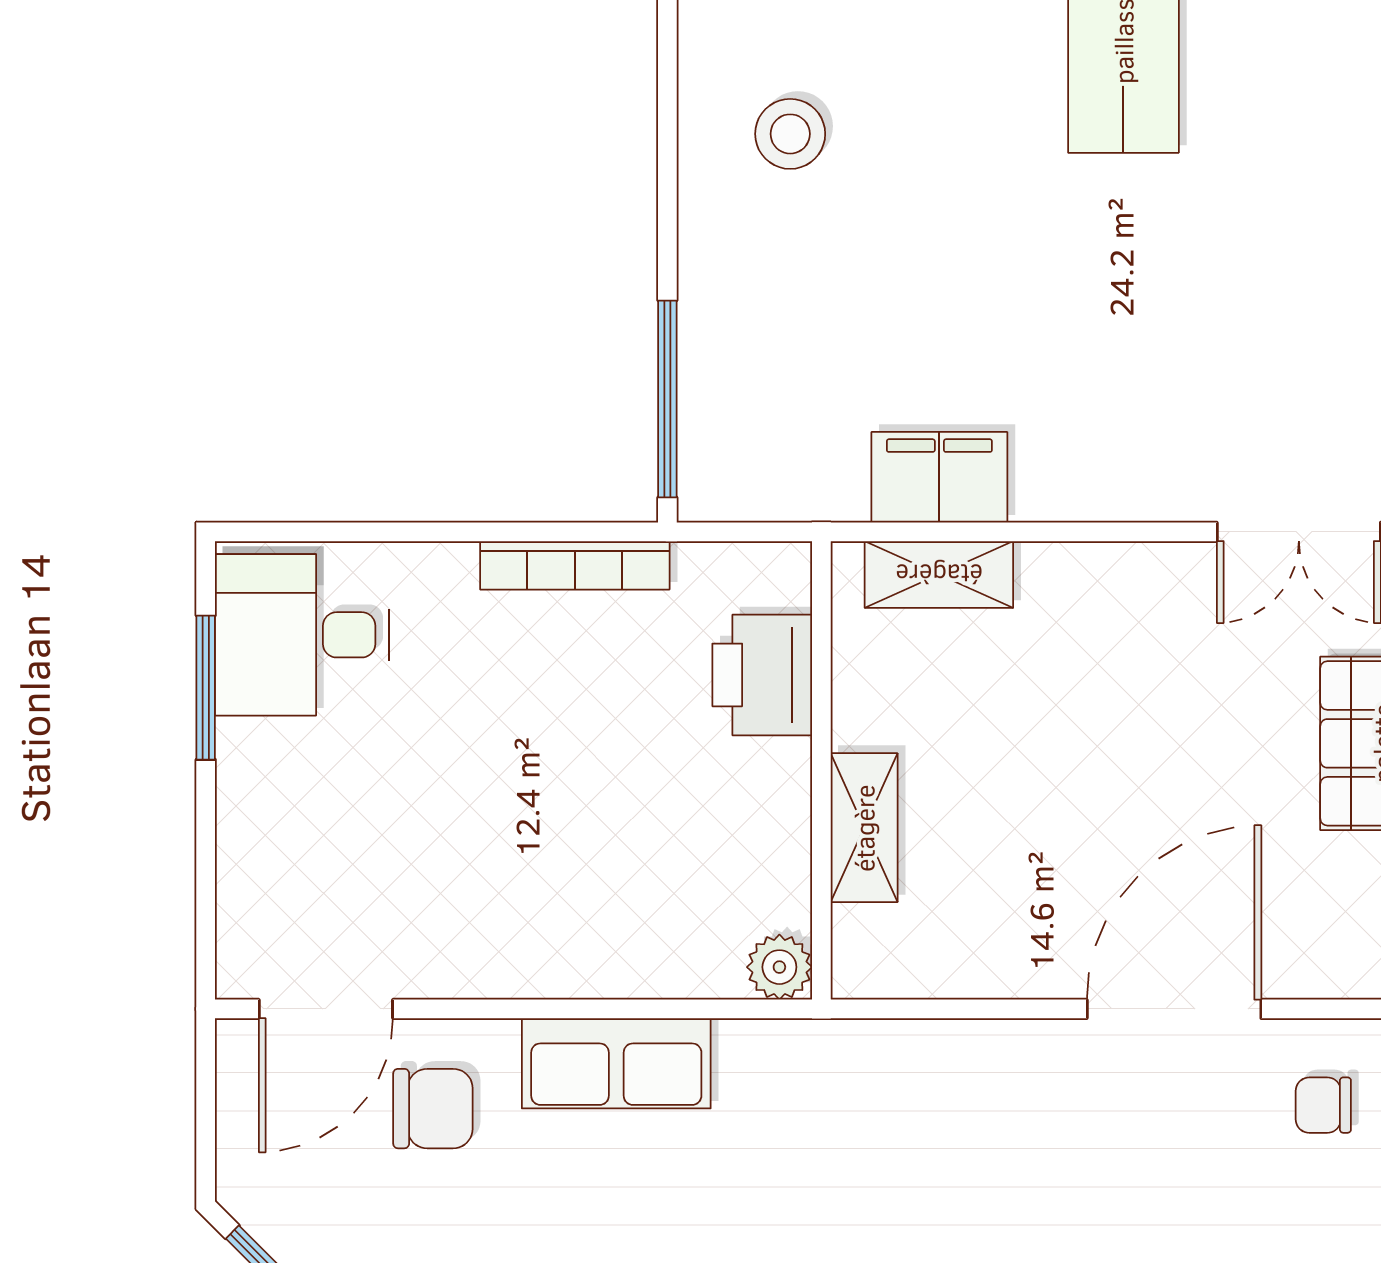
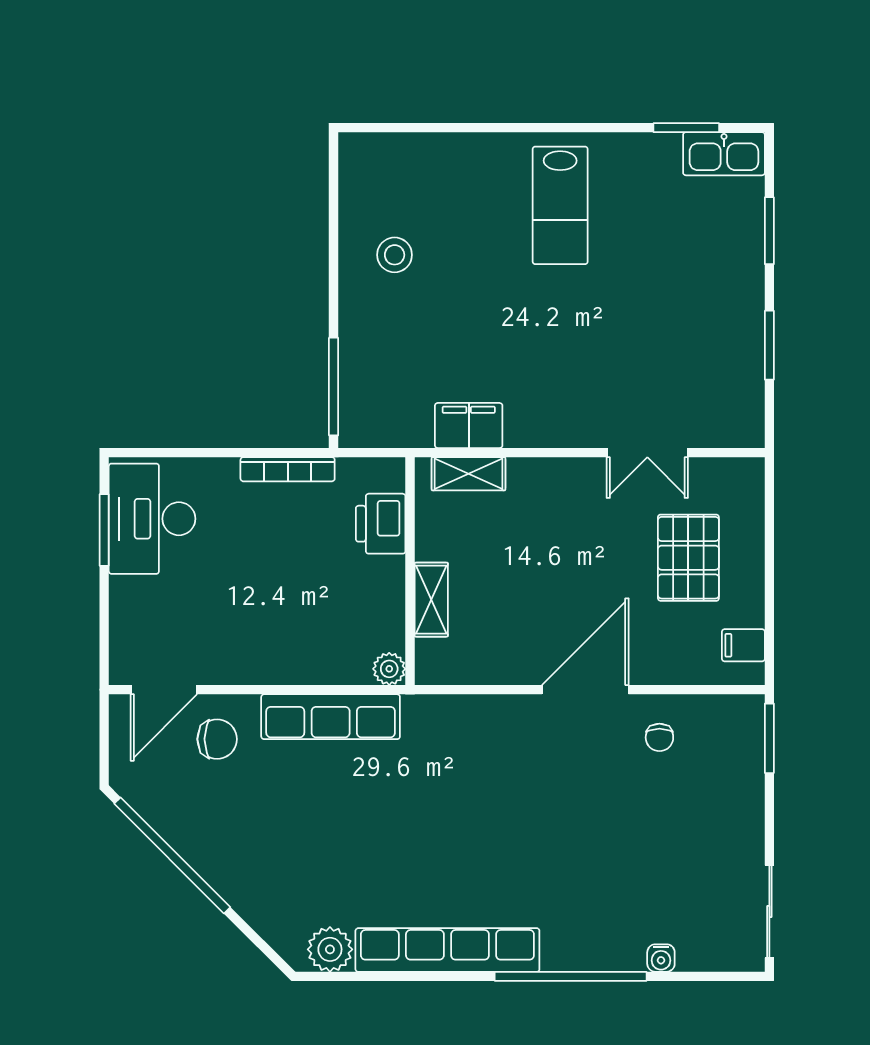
desk: (302, 635) -> (152, 519), width x1.37
row of seats: (616, 1063) -> (331, 717), width x1.48
chair: (1323, 1105) -> (659, 737), turned -90

